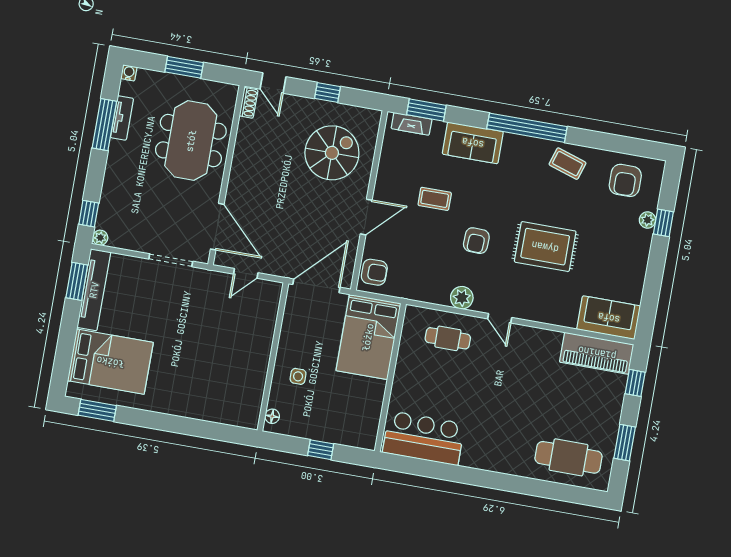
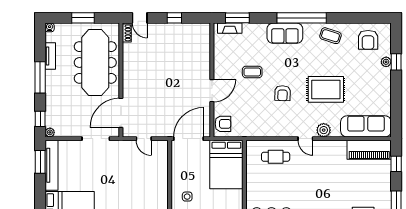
window: (104, 125) -> (40, 77), moved
meeting table: (191, 141) -> (95, 62), width x1.36
sofa: (473, 143) -> (285, 33), moved
spiral stairs: (332, 153) -> (184, 55), removed
door: (217, 227) -> (121, 113), swing flipped
door: (246, 273) -> (144, 139), hinge flipped
plant: (462, 298) -> (324, 130), moved
sofa: (609, 318) -> (366, 126), width x1.36

